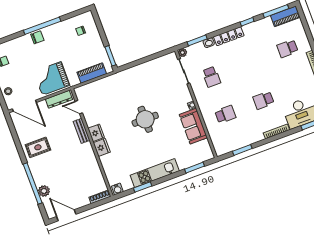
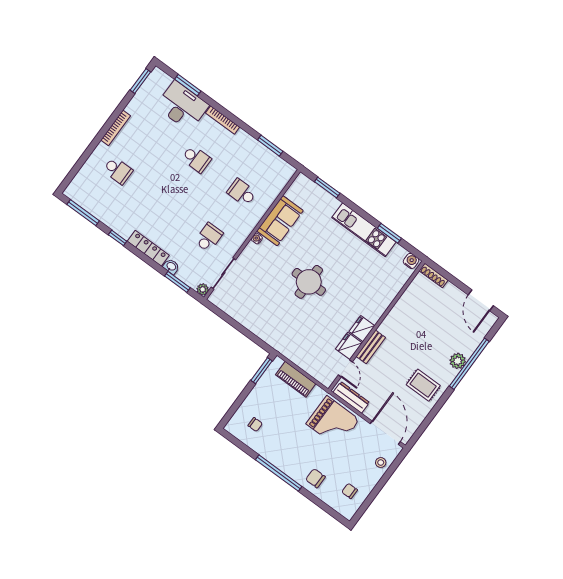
piano: (285, 16) -> (82, 198), removed
chair: (37, 37) -> (315, 478), moved
fridge: (102, 147) -> (349, 346), moved
plant: (44, 191) -> (458, 361), moved

